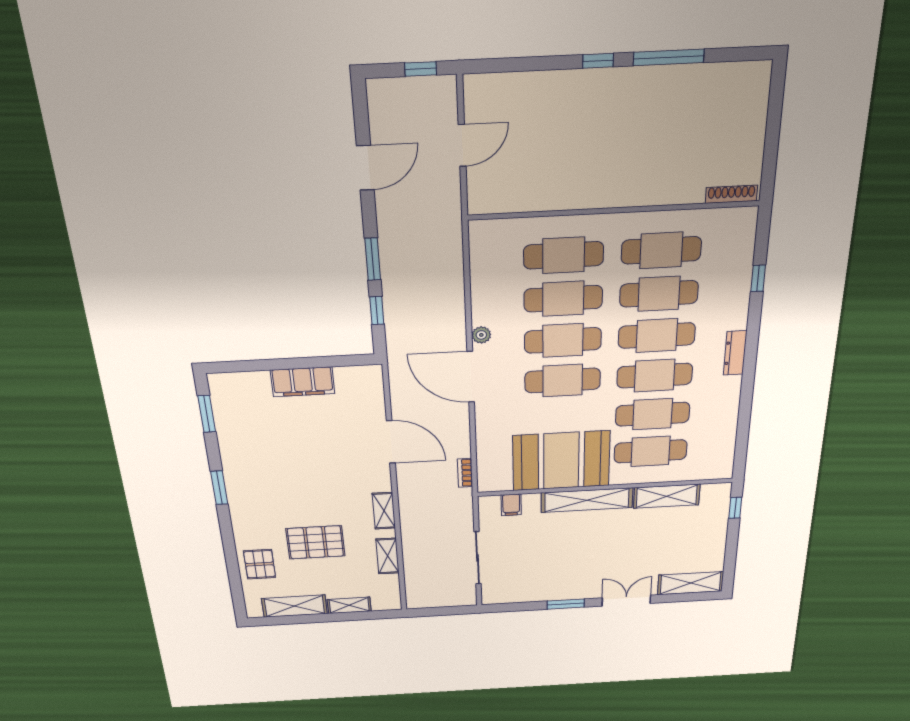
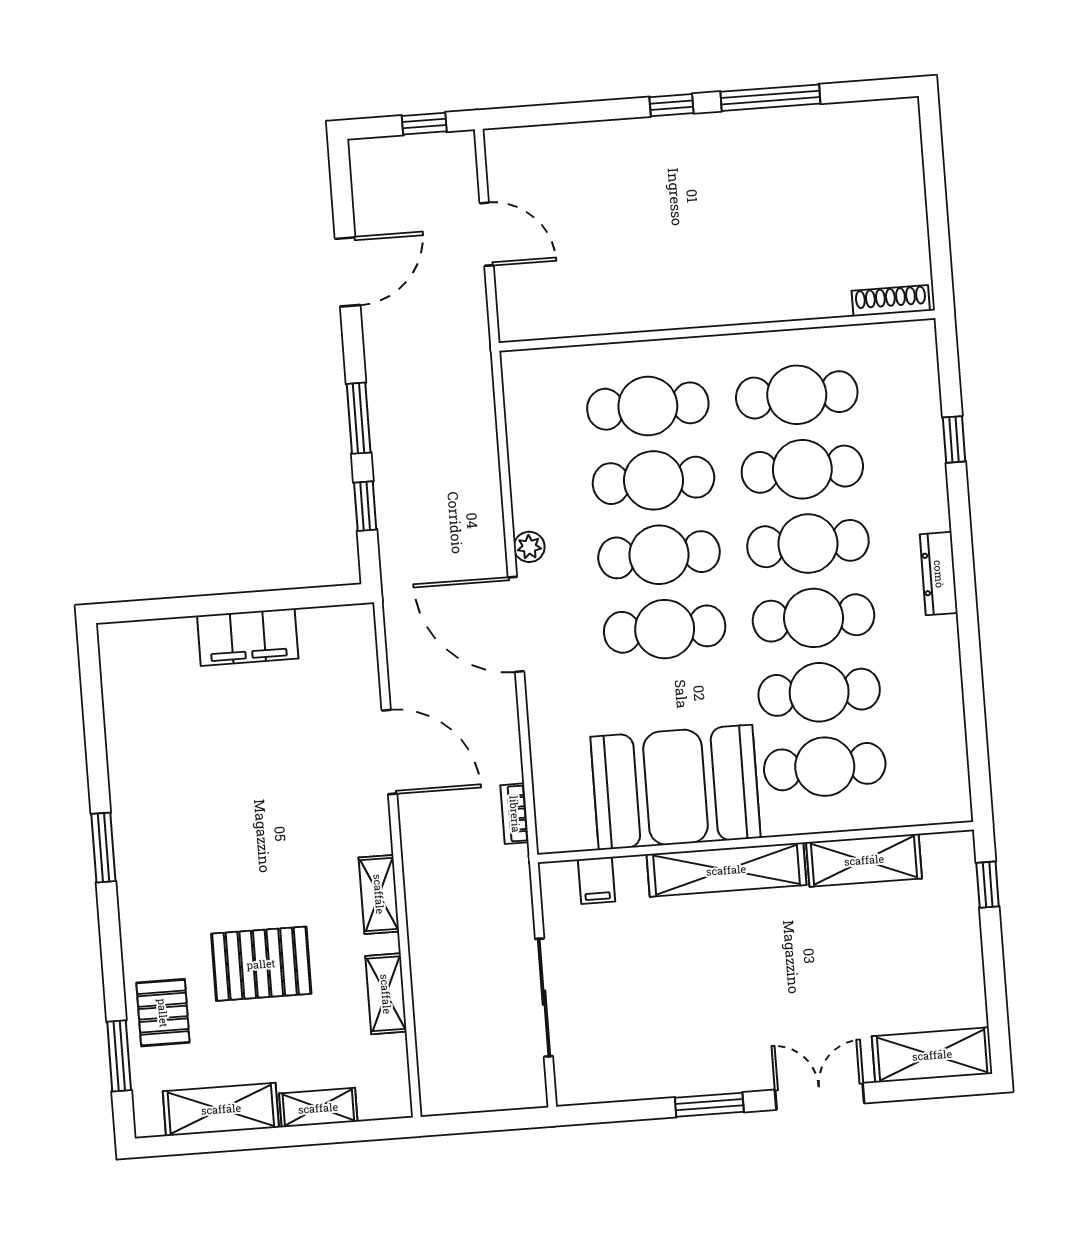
door: (462, 145) -> (487, 234), hinge flipped
window: (207, 414) -> (119, 1056), moved

